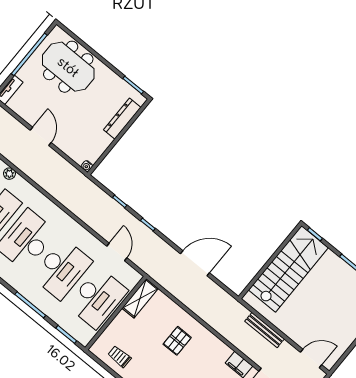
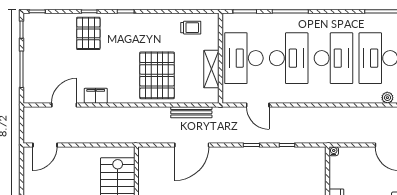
desk: (62, 269) -> (289, 58), turned 180
shelving: (140, 298) -> (211, 69), moved
bench: (265, 330) -> (191, 112), moved
pallet: (177, 341) -> (157, 75), width x2.05, depth x2.00

